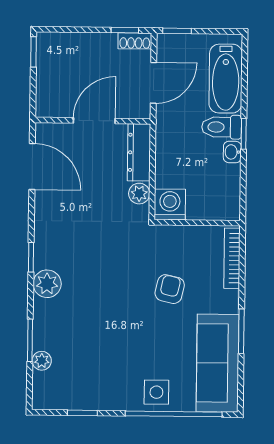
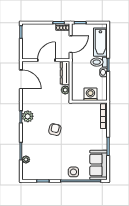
washing machine: (170, 204) -> (90, 94), moved
plant: (47, 284) -> (28, 116), moved
armchair: (170, 289) -> (55, 130), moved
sofa: (218, 363) -> (99, 165), width x0.73

